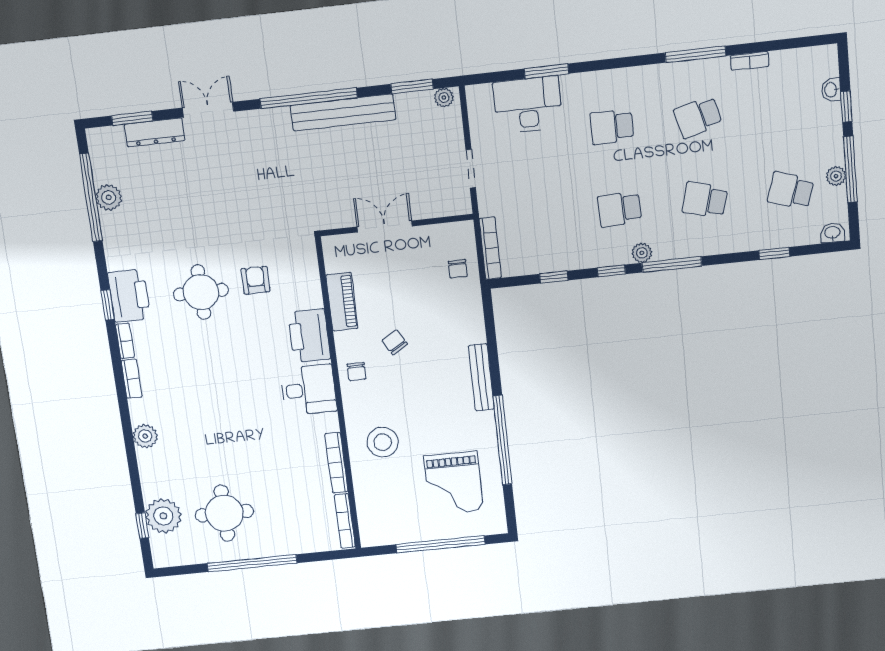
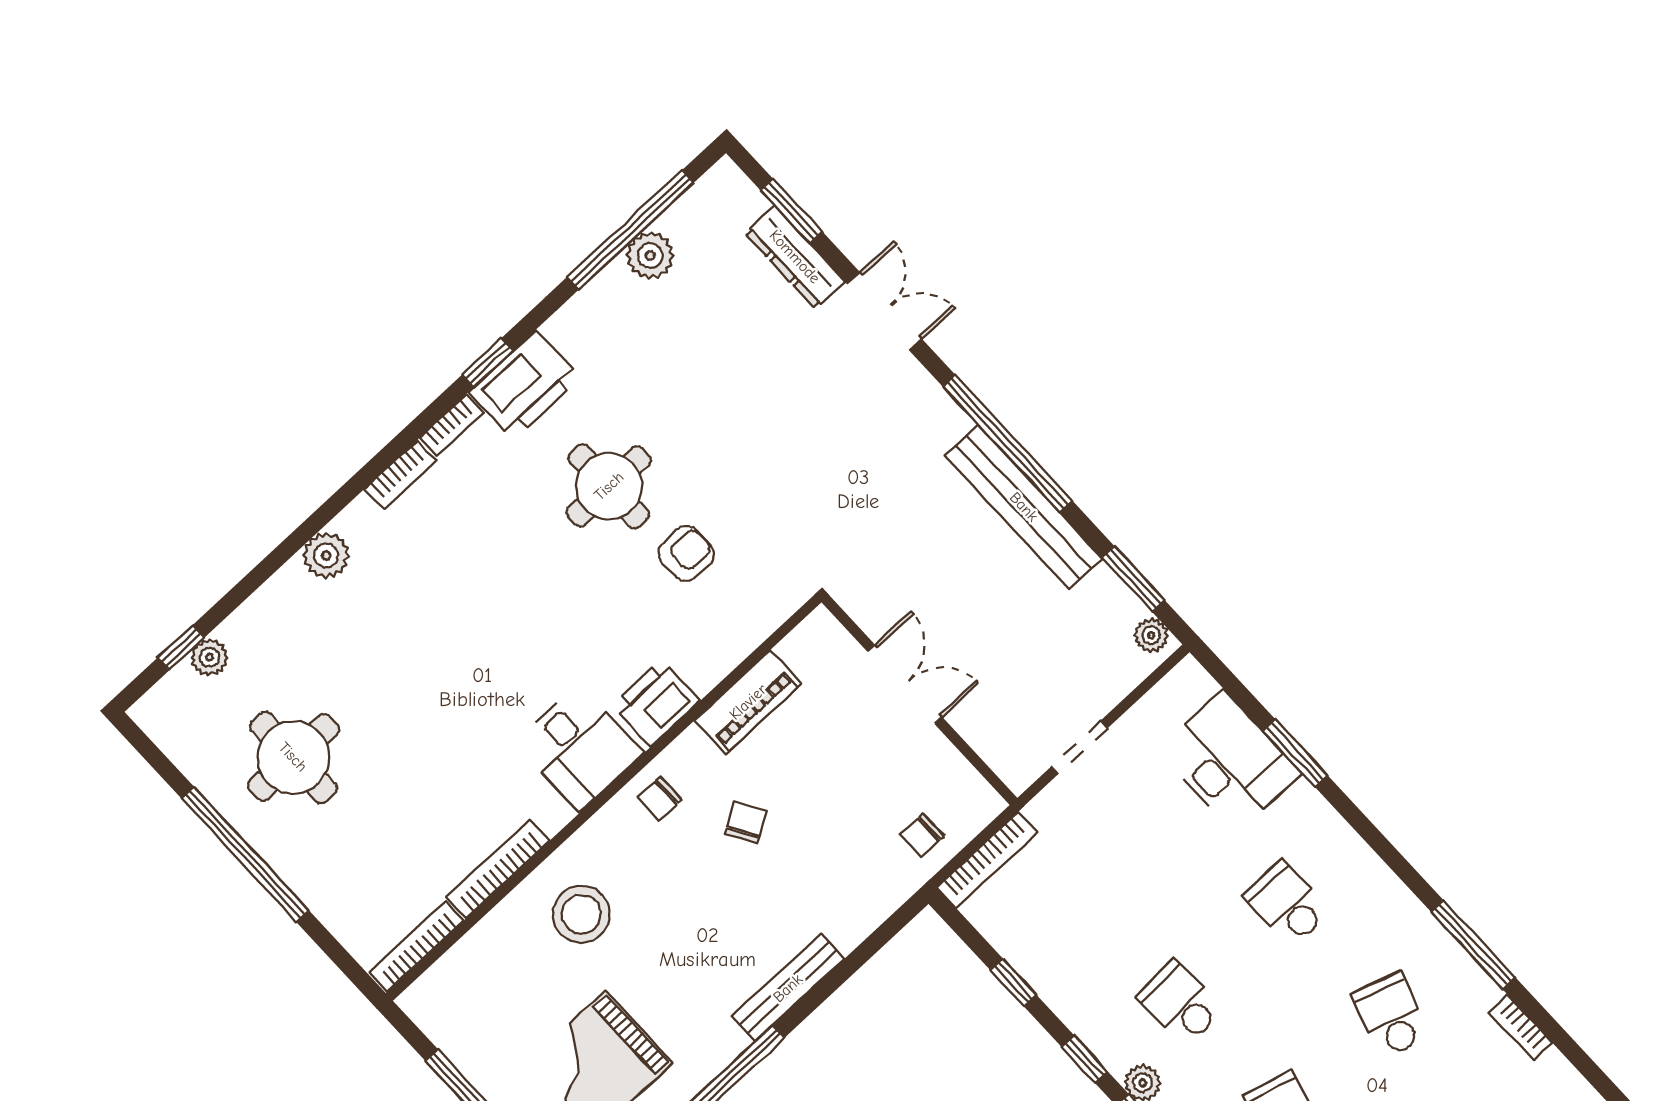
school desk: (698, 117) -> (1391, 1015), turned 33
printer: (309, 336) -> (656, 703), width x0.73, depth x0.84
plant: (163, 516) -> (210, 657), width x0.53, depth x0.53

